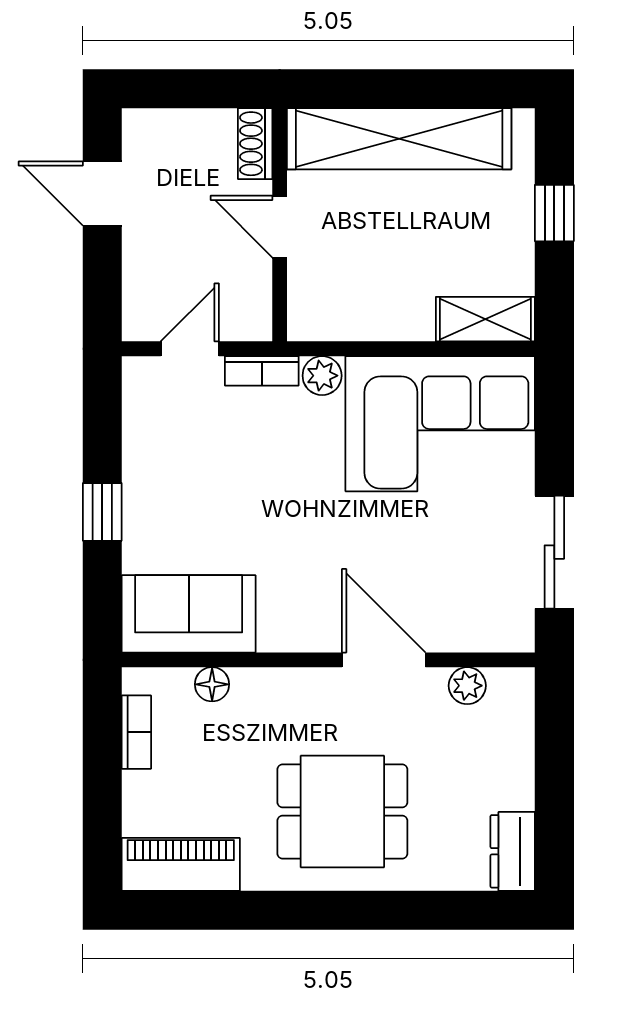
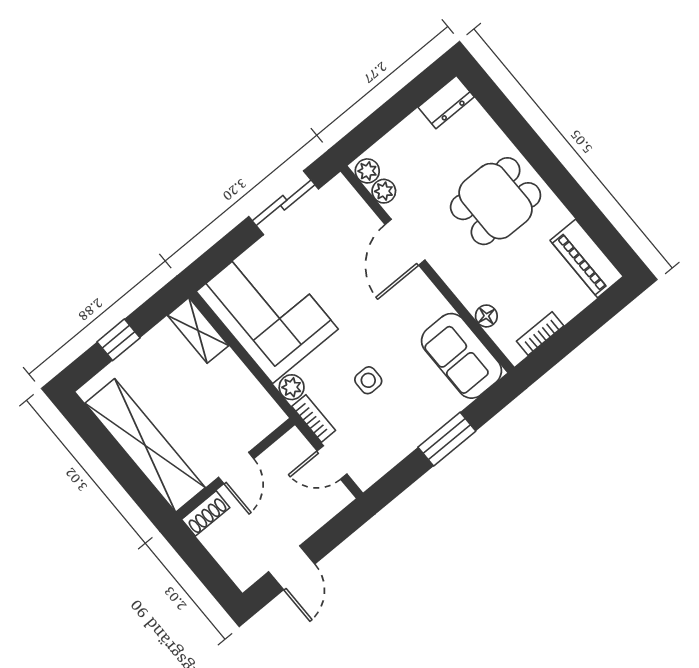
side table: (253, 476) -> (368, 380), added
window: (102, 512) -> (447, 439), width x1.50
plant: (509, 686) -> (367, 171), added
dining table: (342, 811) -> (496, 201), turned 90

